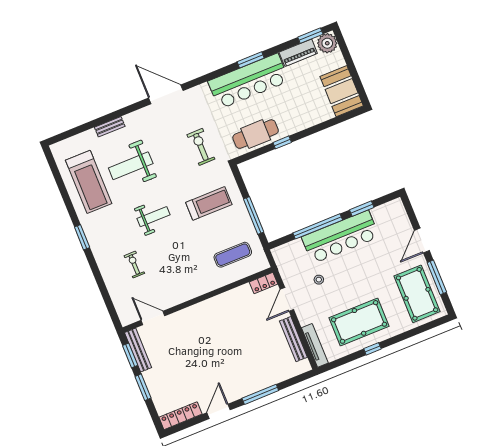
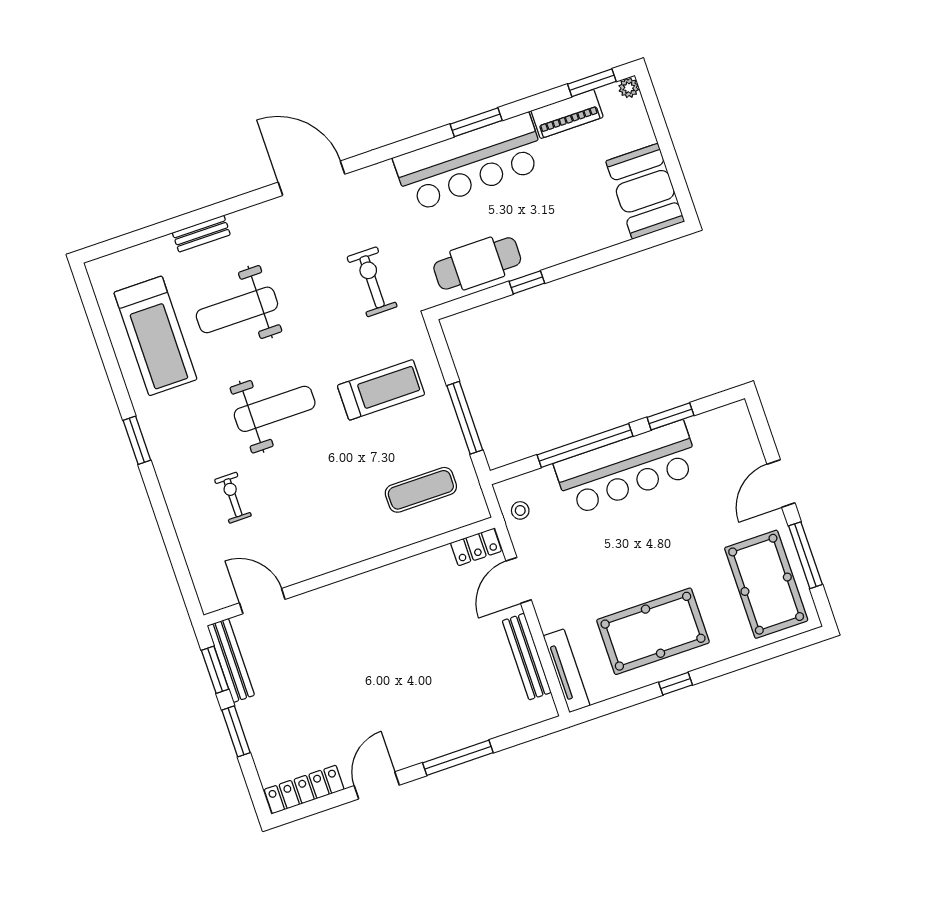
plant: (327, 43) -> (629, 88), width x0.53, depth x0.53
weight bench: (154, 217) -> (275, 409), width x1.36, depth x1.33
stool: (319, 280) -> (520, 510), moved

